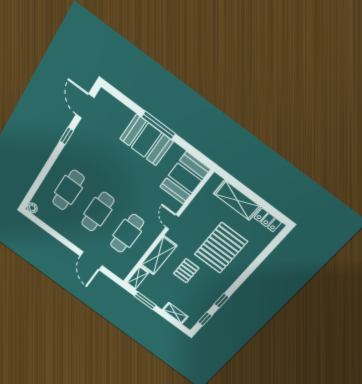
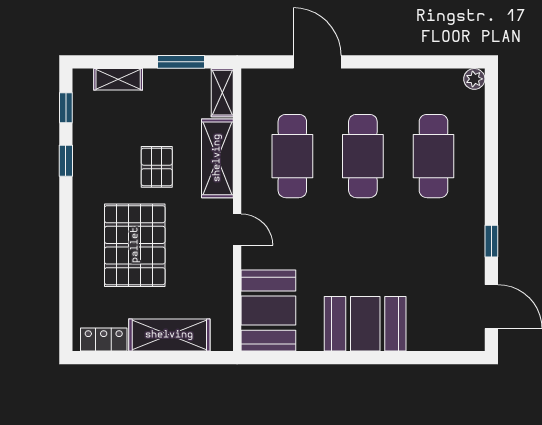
window: (158, 125) -> (363, 358), removed

